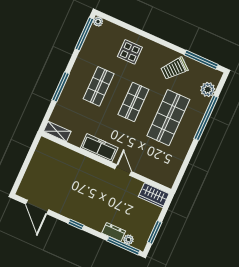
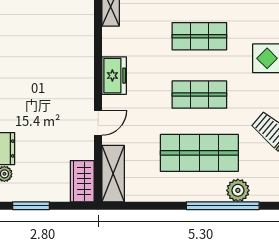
plant: (208, 90) -> (238, 190), moved
freezer: (99, 148) -> (114, 76), width x0.71
shelving: (158, 175) -> (113, 174), added

